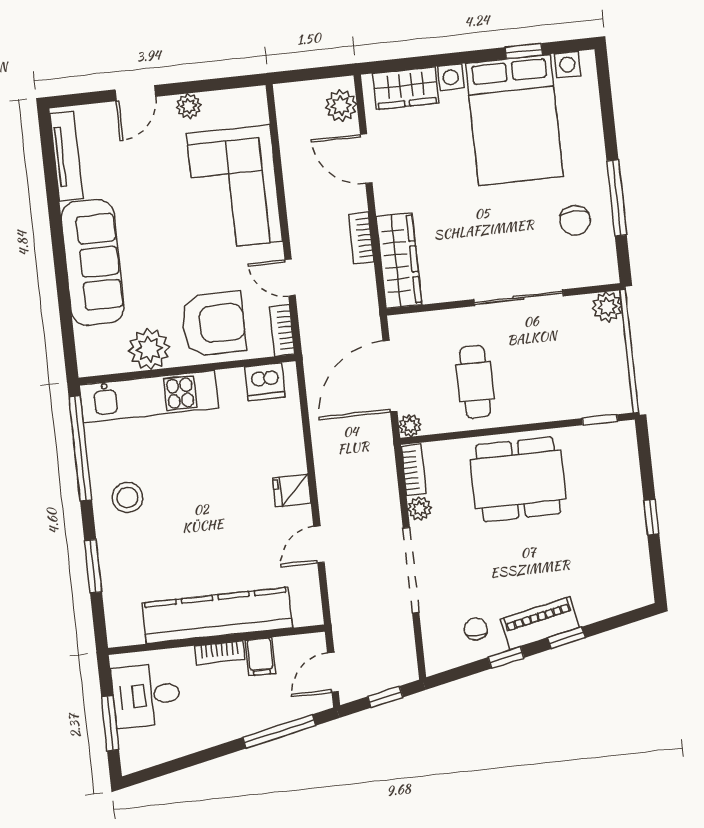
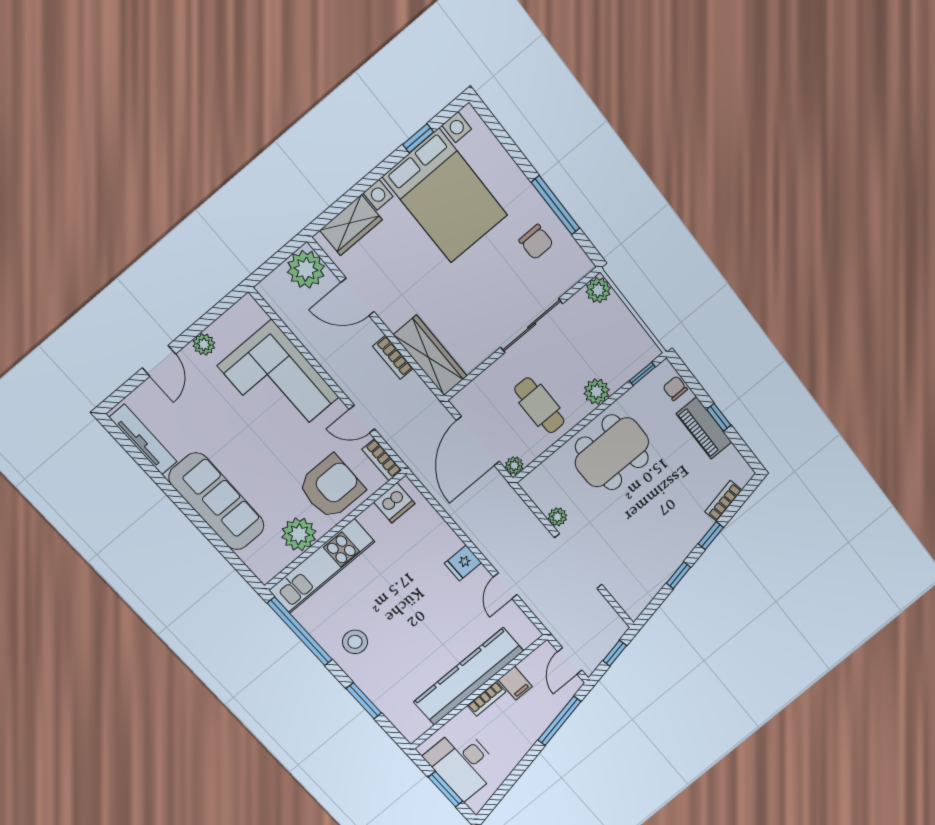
plant: (341, 106) -> (306, 269), width x1.36, depth x1.36
plant: (542, 407) -> (597, 392), added
bookcase: (414, 470) -> (723, 501), moved, turned -102
piano: (540, 623) -> (704, 428), moved, turned -78
chair: (476, 629) -> (675, 388), moved
desk: (146, 695) -> (463, 763), width x1.37

